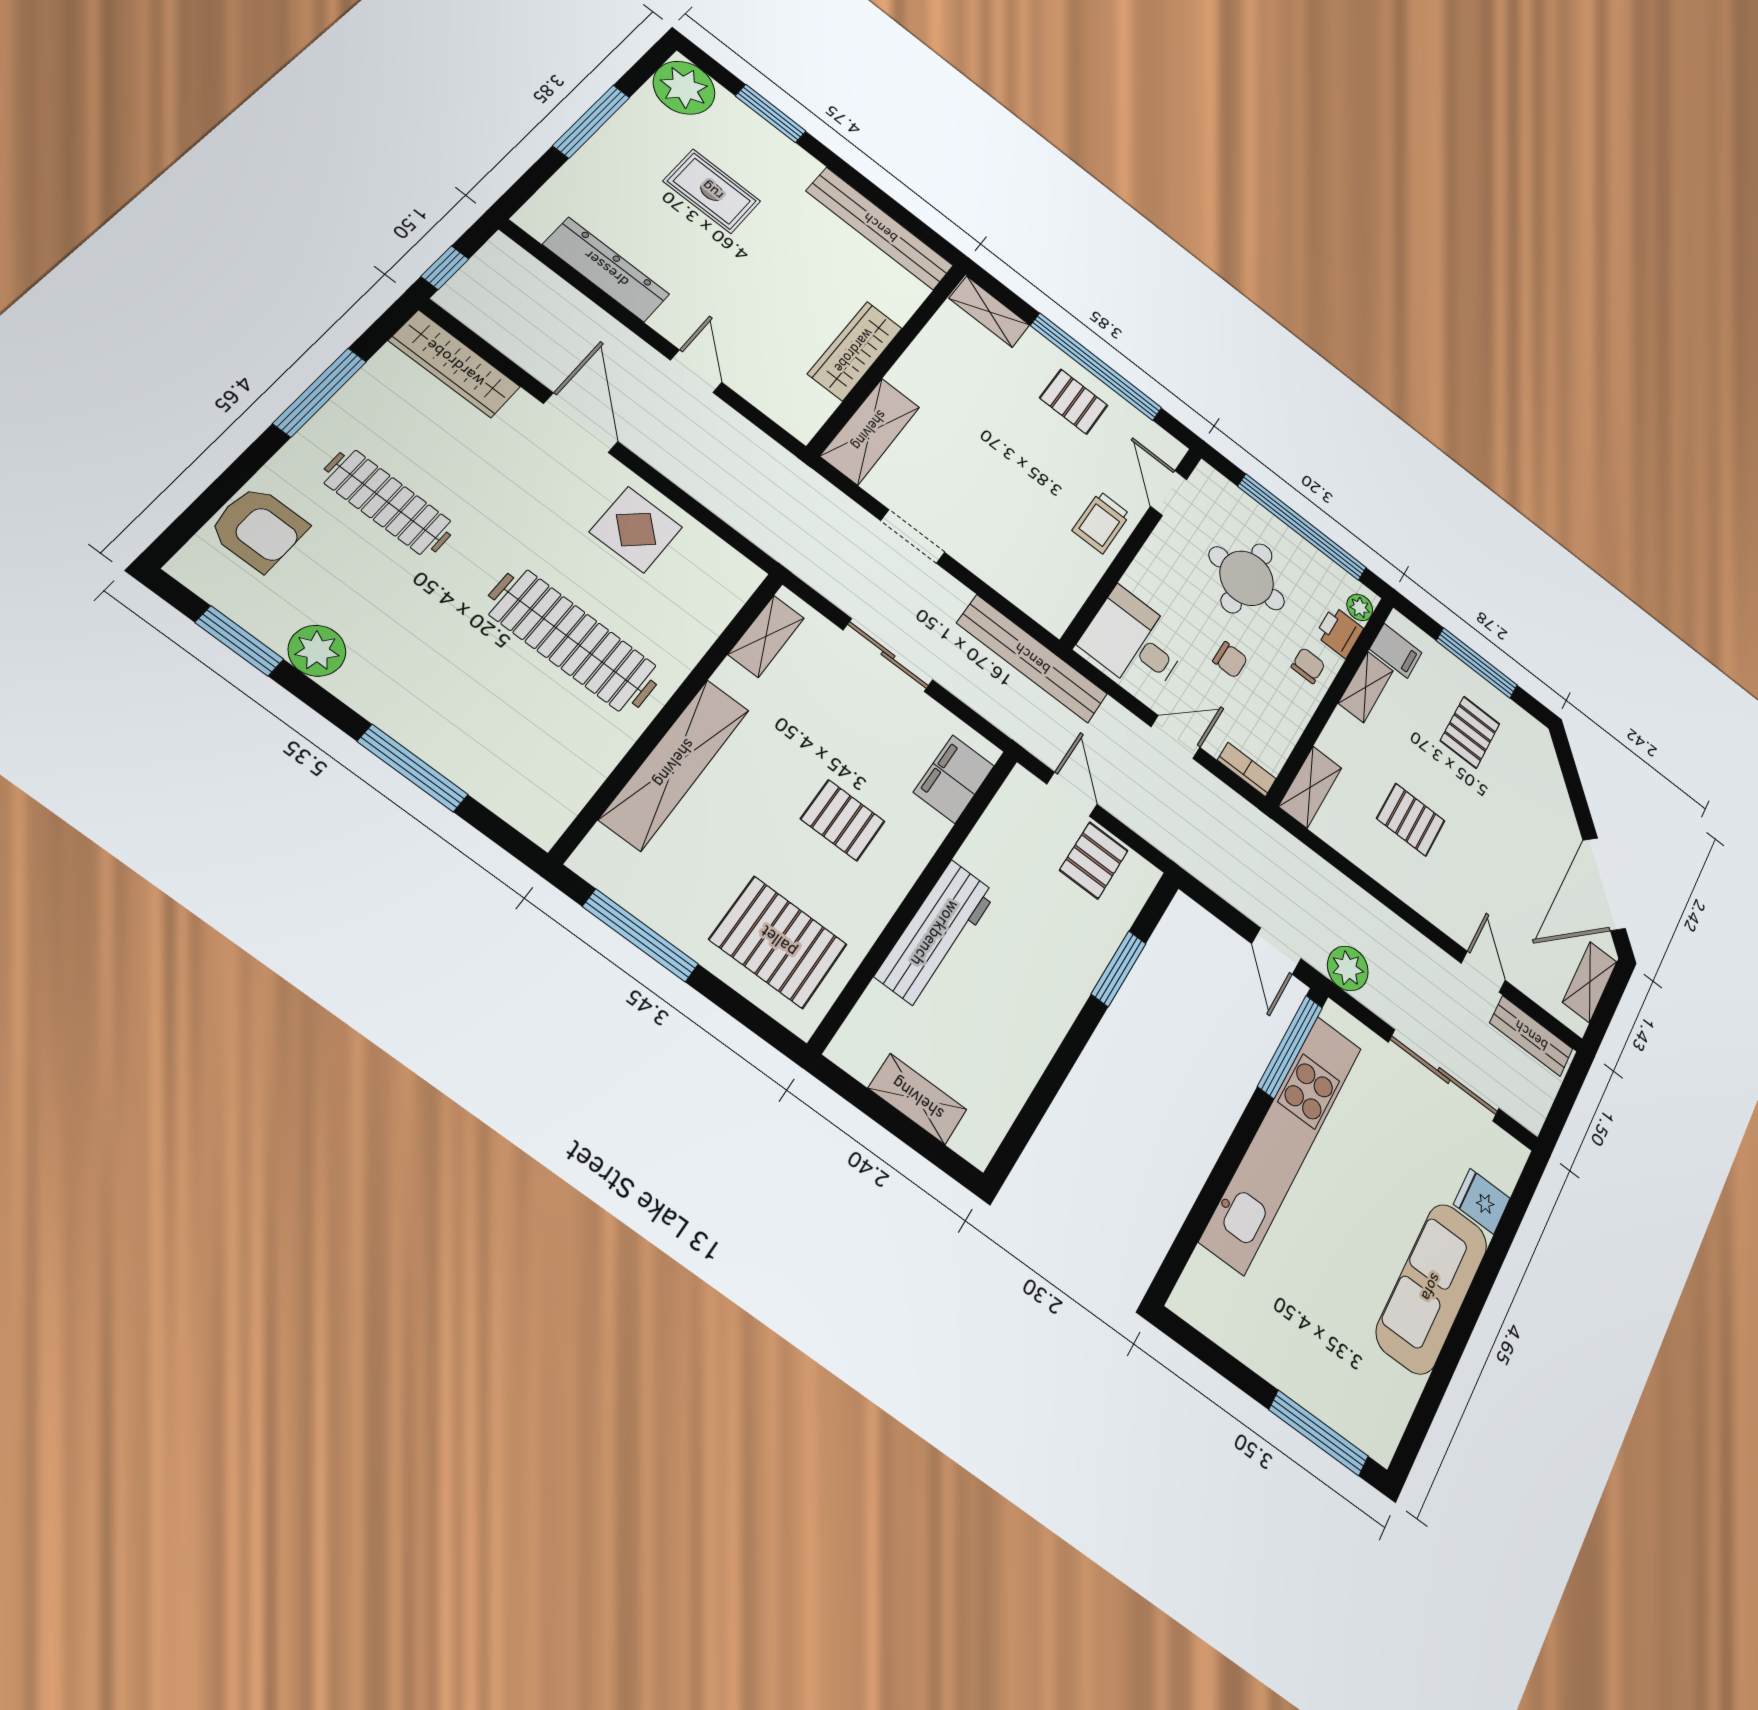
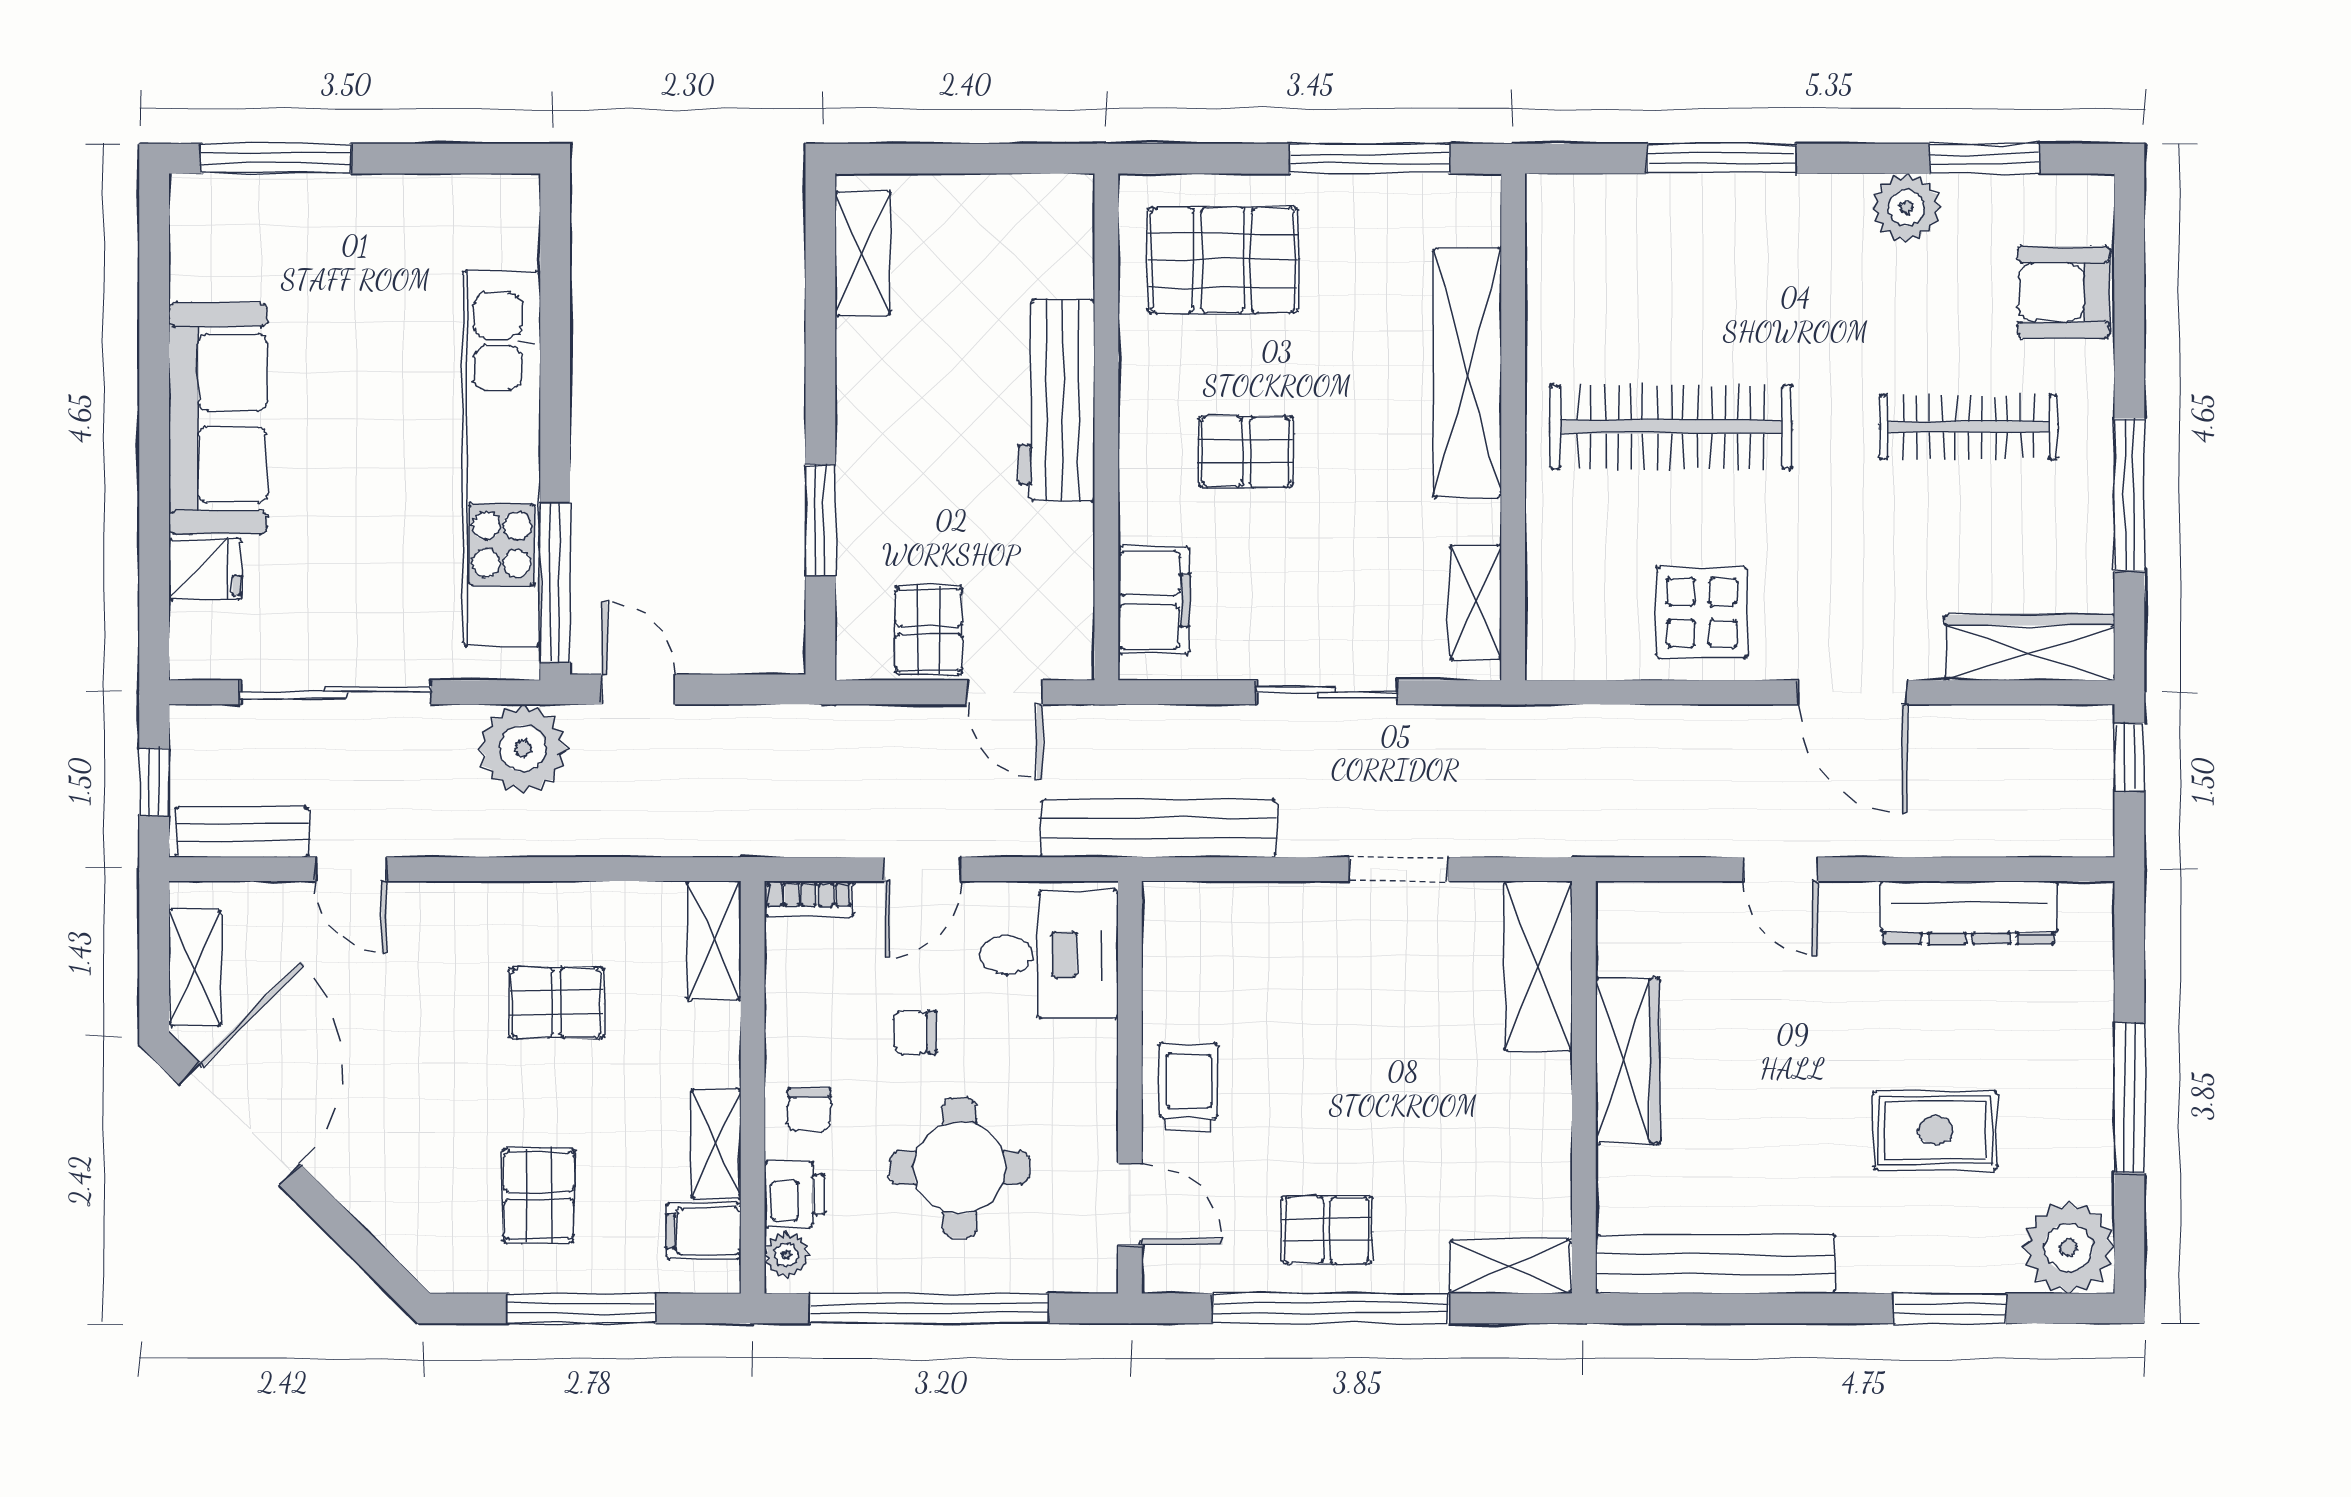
plant: (1348, 968) -> (523, 749), width x1.36, depth x1.36
shelving: (917, 1099) -> (863, 253), moved, turned 90
window: (1565, 1099) -> (154, 782), added

